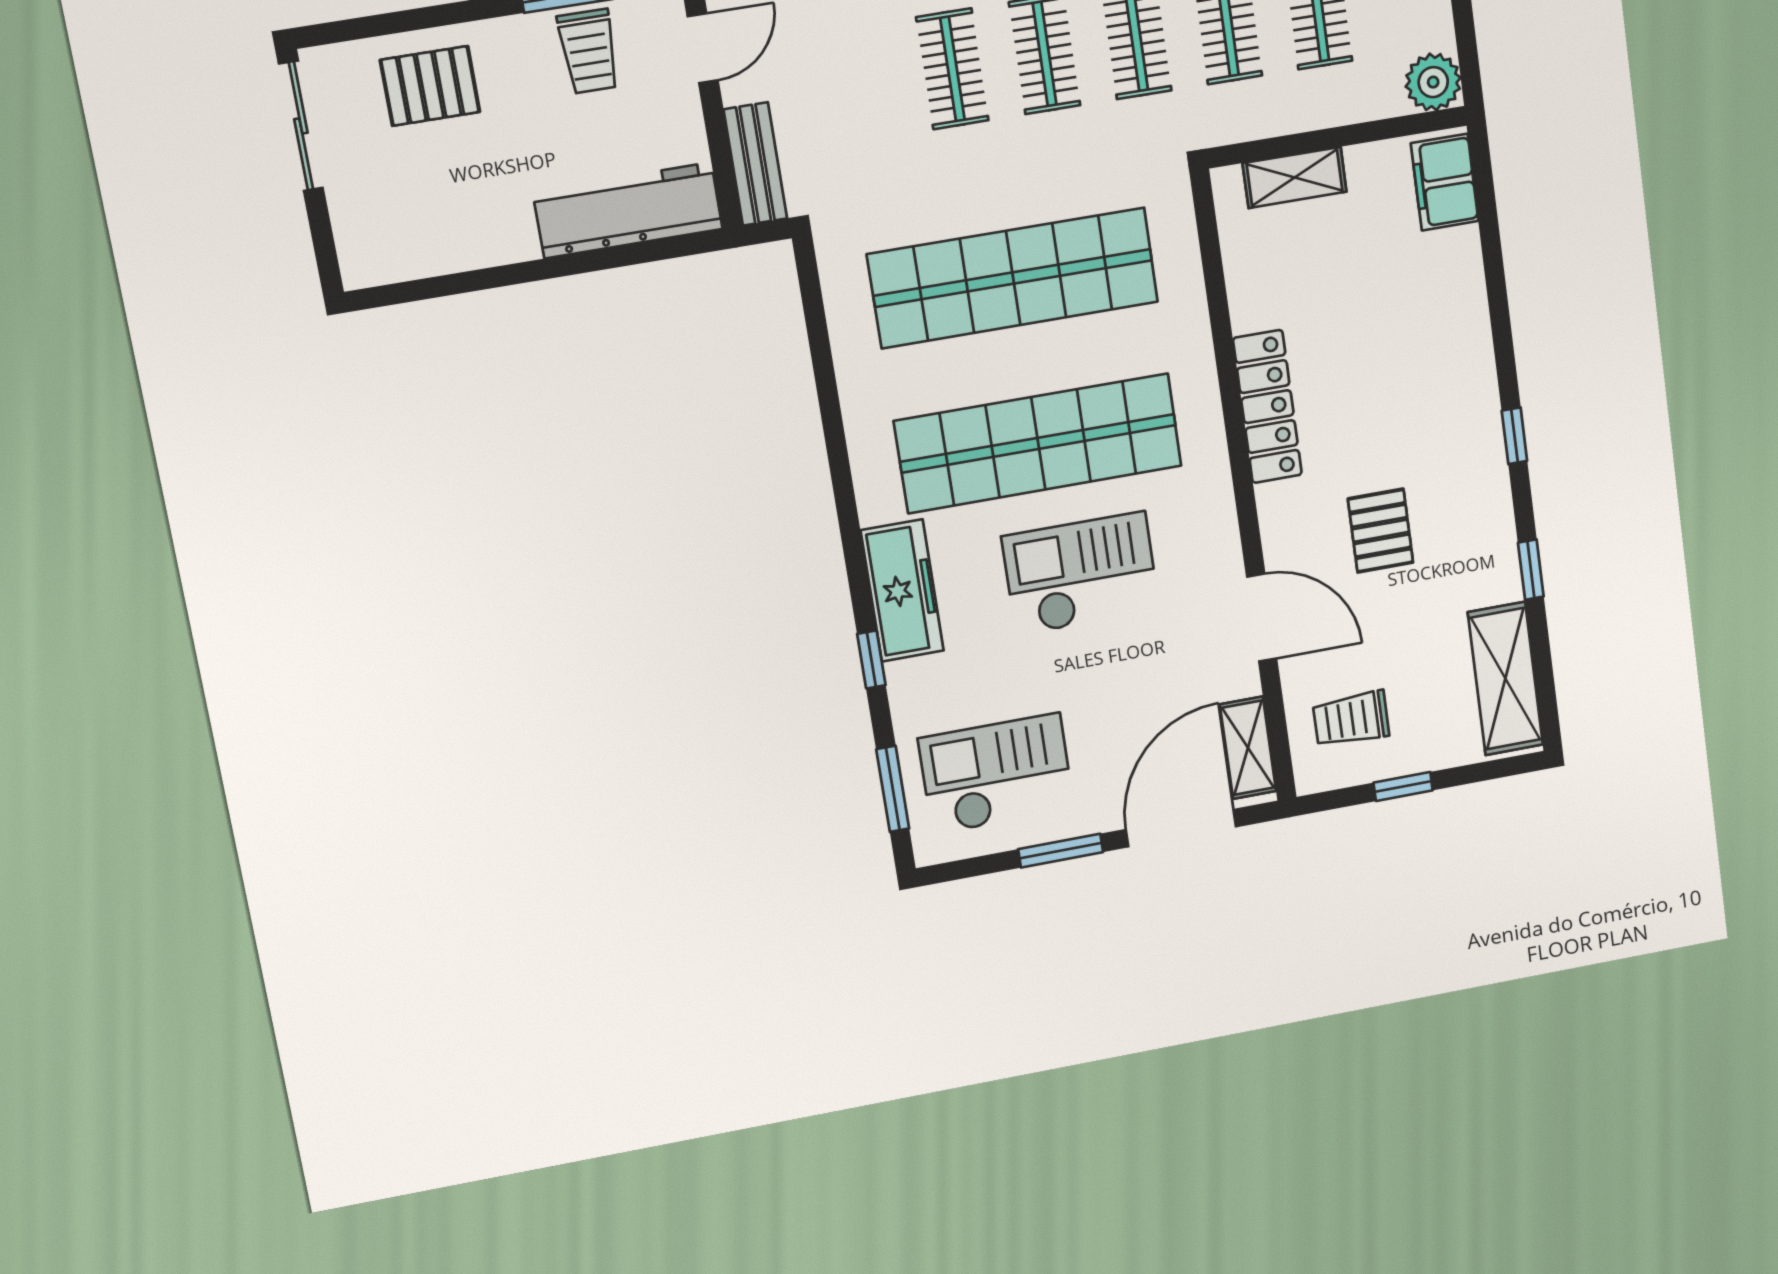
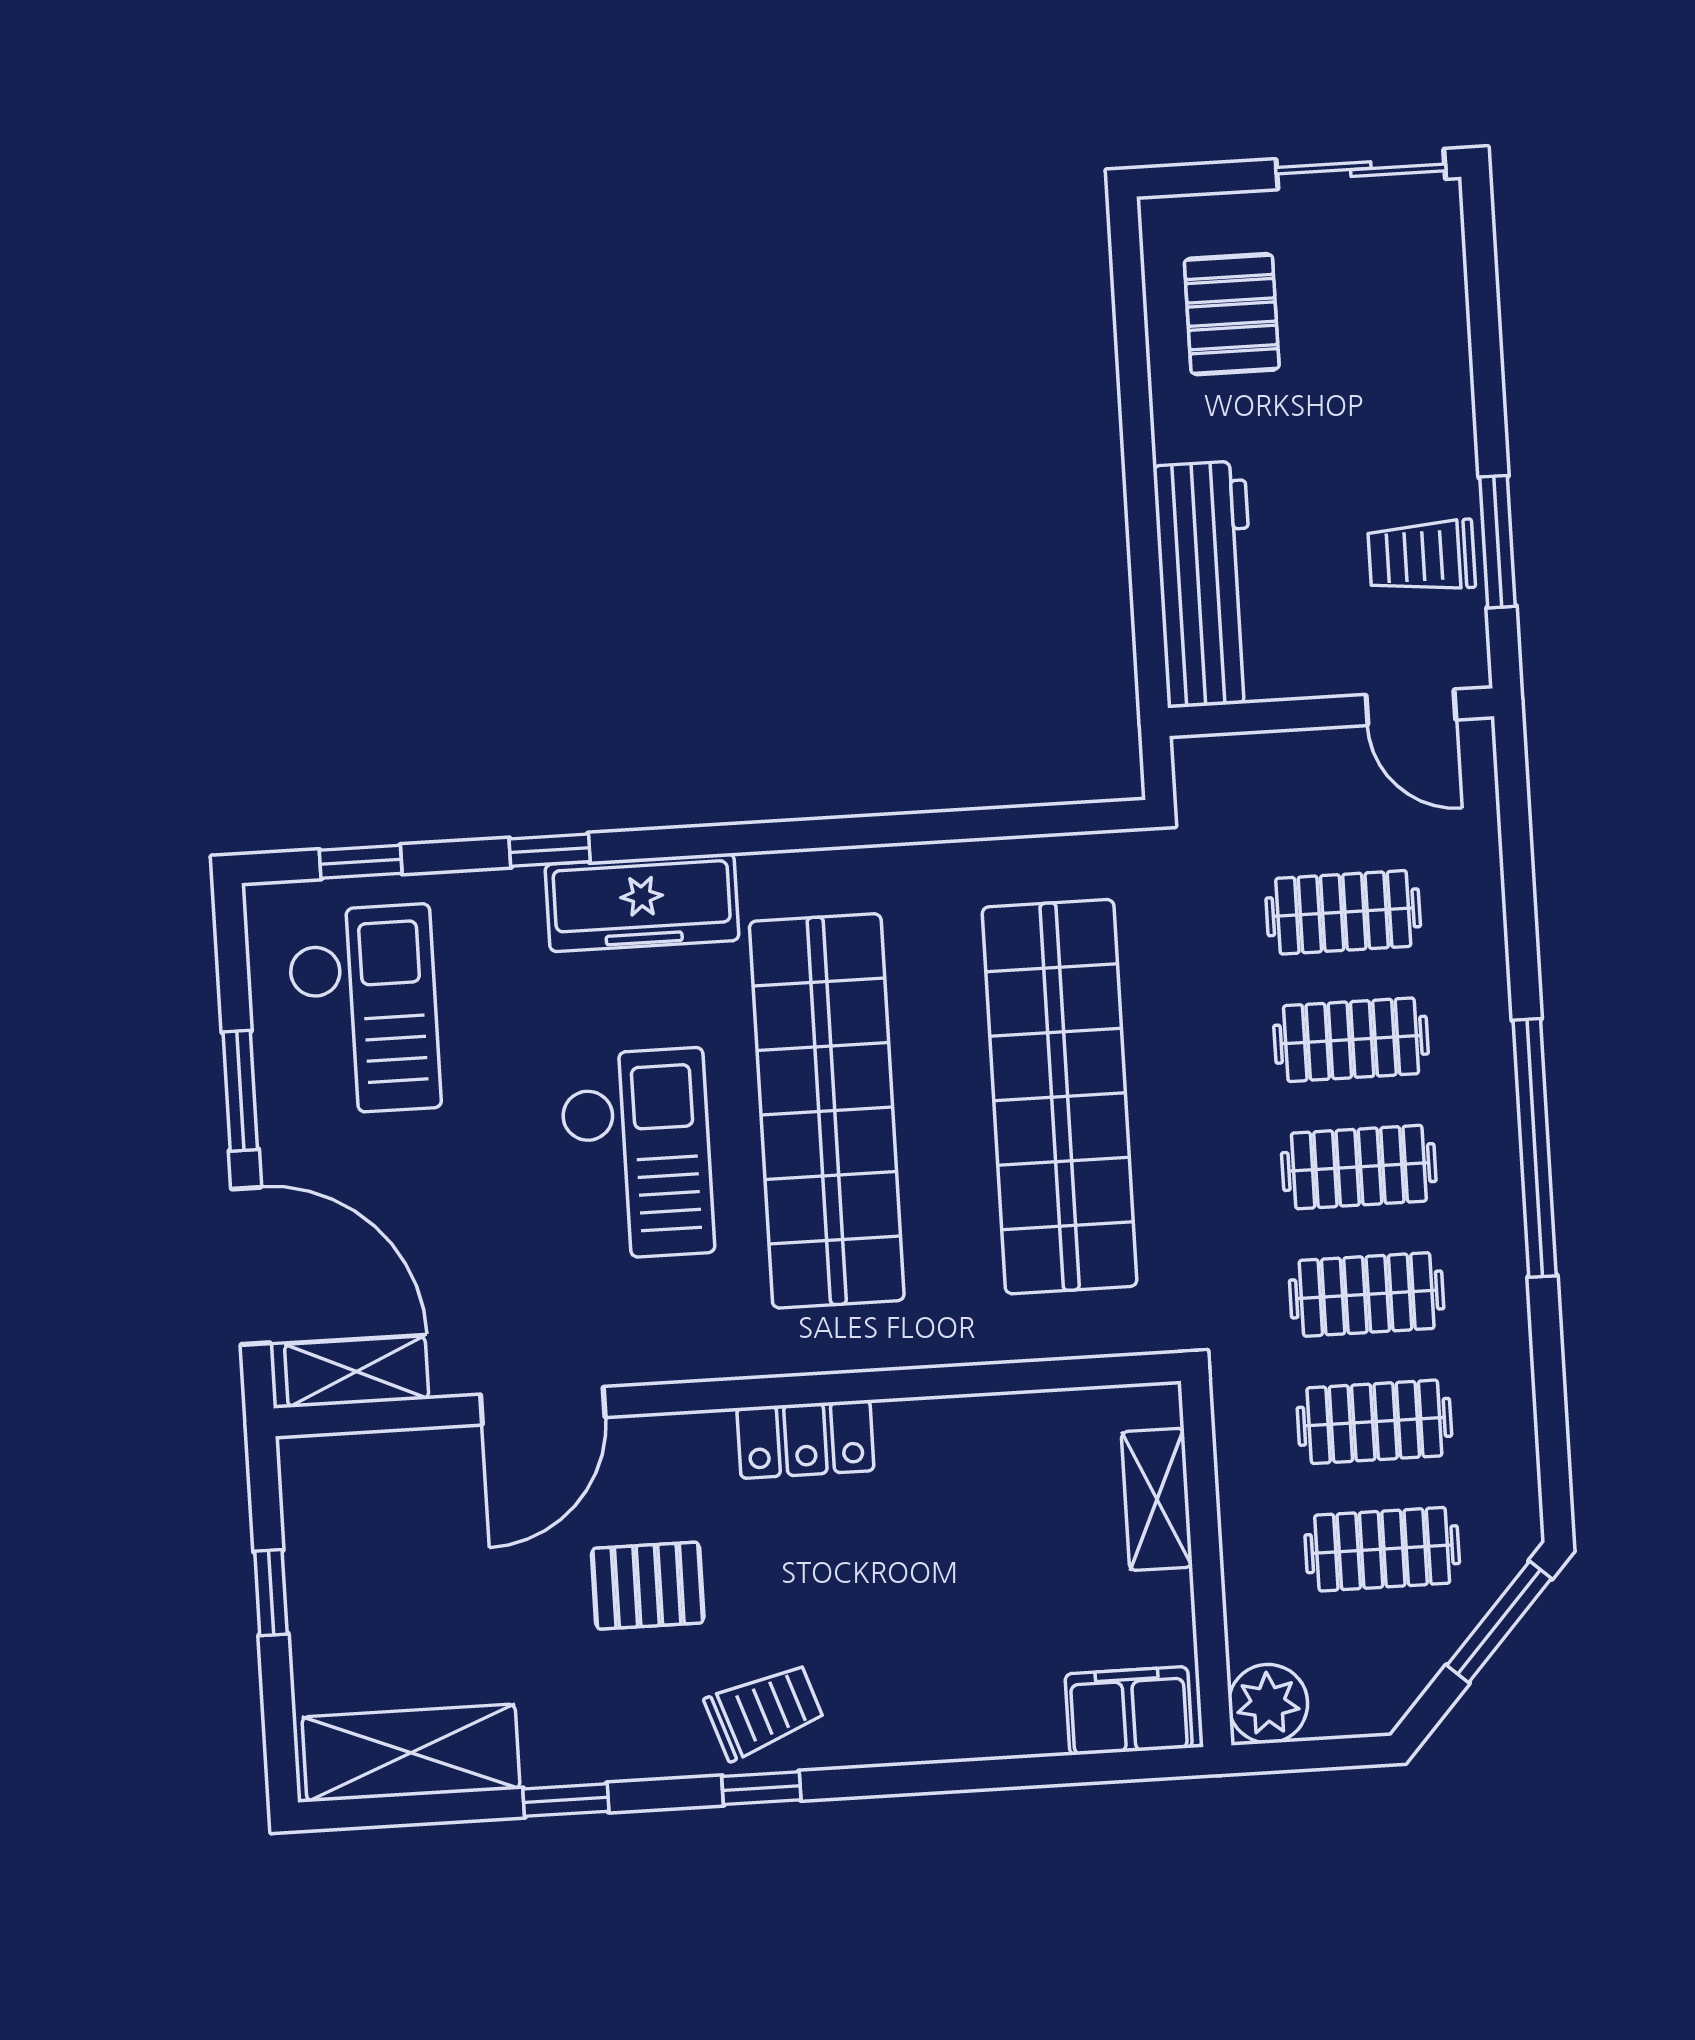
clothes rail: (860, 84) -> (1343, 912), added
pallet: (430, 86) -> (1232, 314), moved
bench: (755, 164) -> (1250, 761), removed
locker: (1267, 407) -> (805, 1439), width x0.66
trolley: (1351, 719) -> (764, 1711), moved, turned 71
window: (893, 789) -> (361, 862), width x0.67

